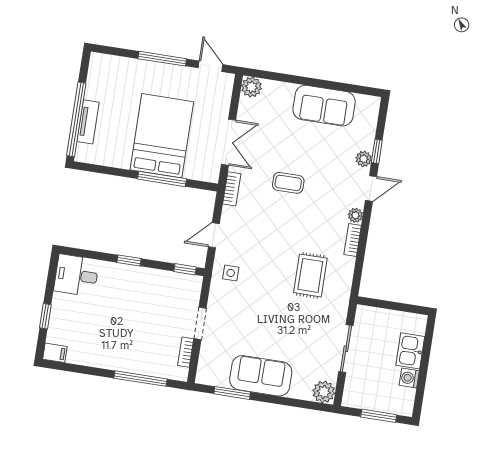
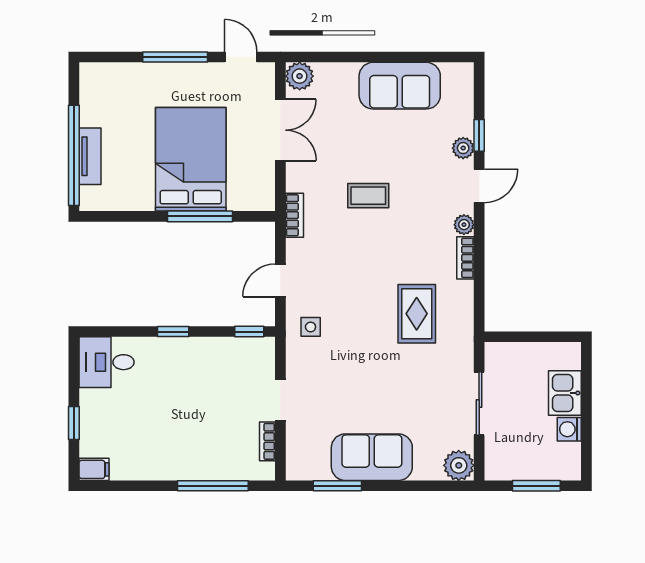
double door: (228, 142) -> (280, 130), moved

